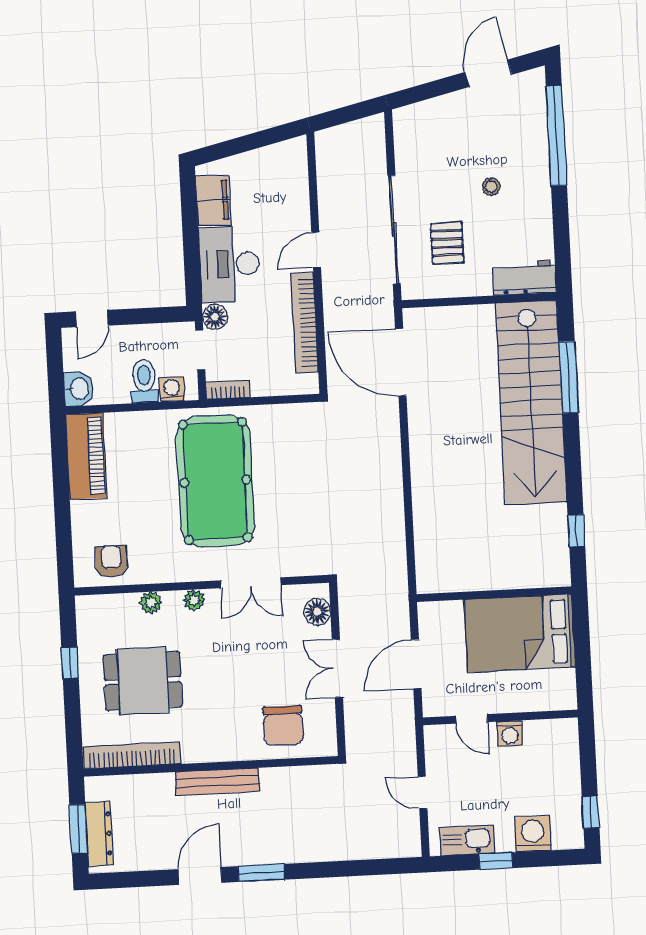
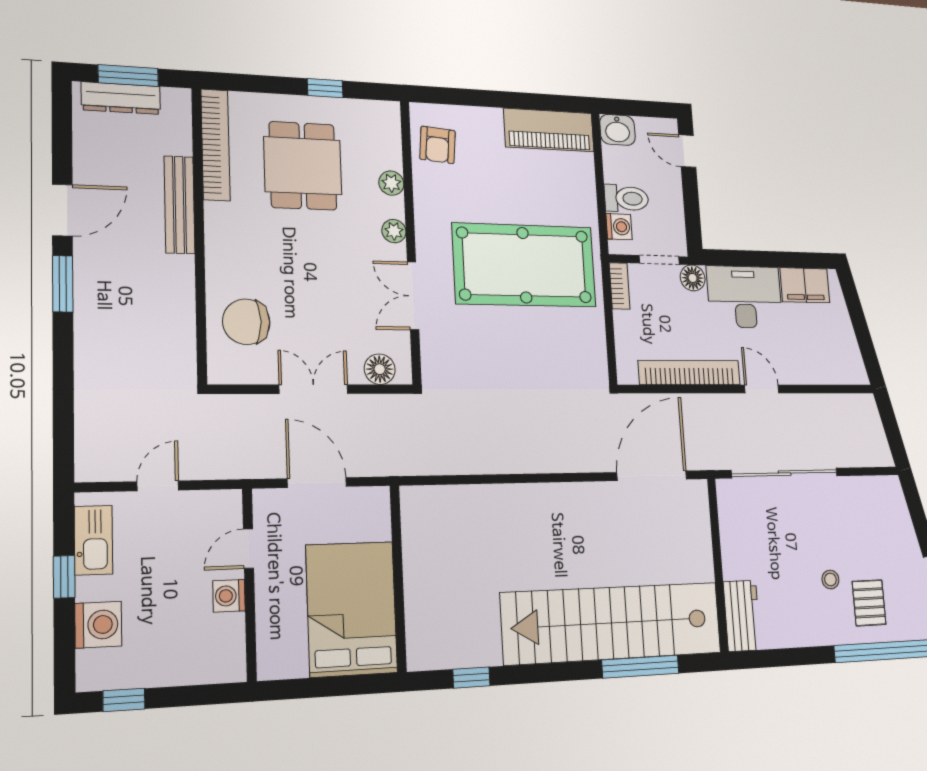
pallet: (447, 243) -> (869, 603), moved, turned 90
armchair: (111, 561) -> (438, 145), turned 95
bench: (217, 782) -> (179, 205), moved
door: (200, 876) -> (62, 210), hinge flipped

